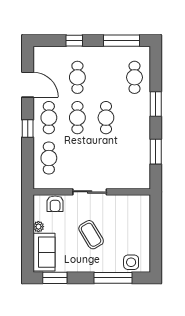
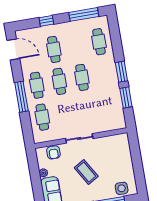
door: (28, 85) -> (13, 49), moved
window: (156, 104) -> (121, 72), moved
window: (28, 128) -> (21, 97), width x2.17

